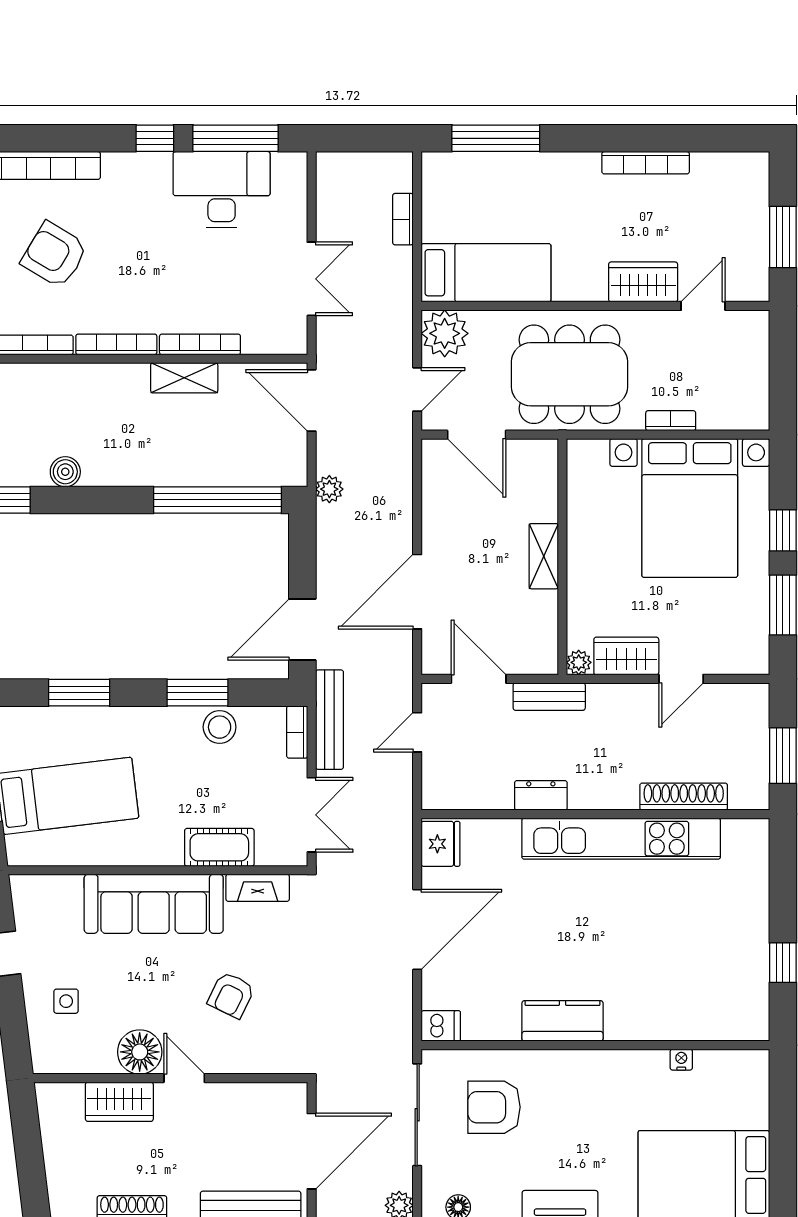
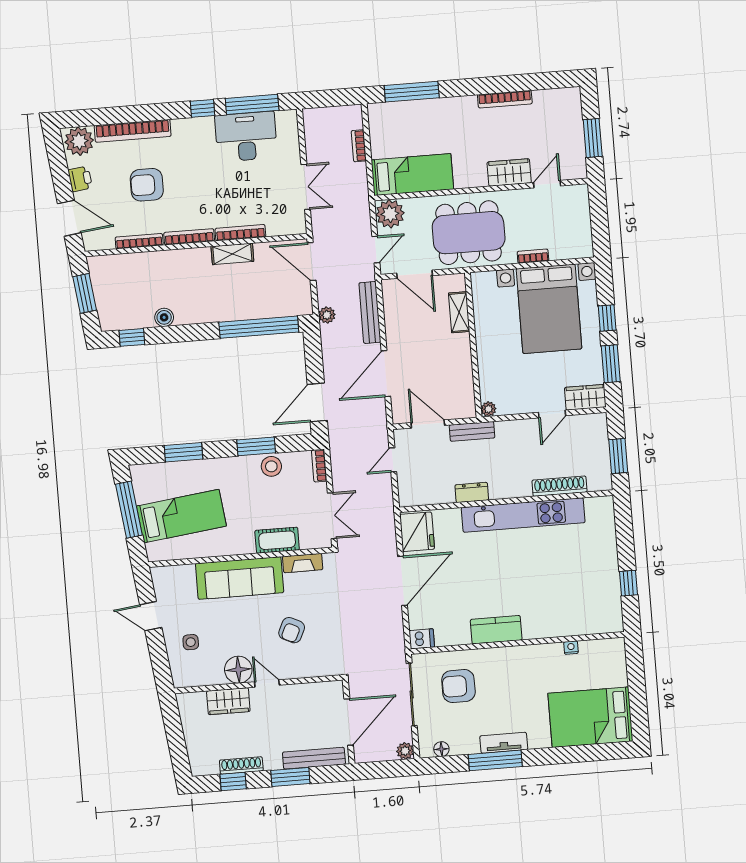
armchair: (54, 255) -> (147, 185), turned -31
shelving: (544, 556) -> (459, 312), moved
wardrobe: (626, 656) -> (585, 397), moved
bench: (329, 720) -> (370, 312), moved
fridge: (440, 844) -> (417, 532), width x1.36, depth x1.34

